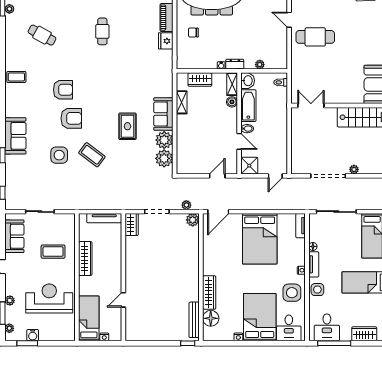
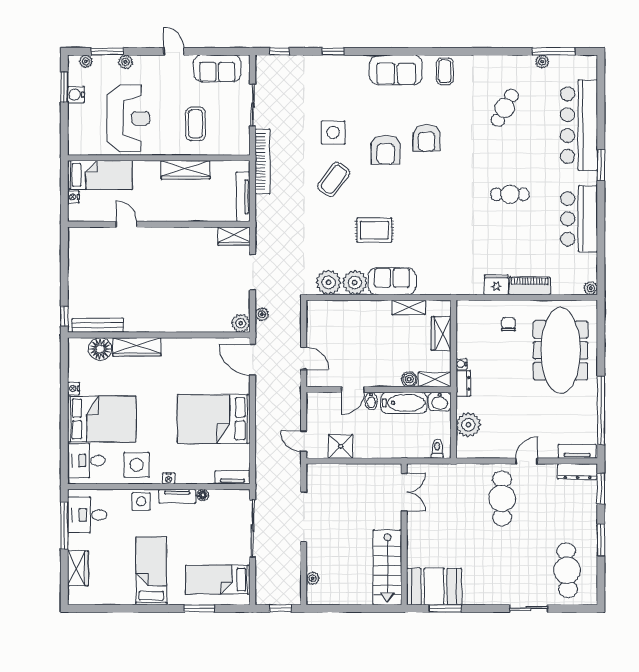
plant: (260, 65) -> (468, 425), width x1.88, depth x1.88
sofa: (15, 136) -> (396, 70), moved
shower: (249, 166) -> (341, 446), moved
plant: (354, 169) -> (313, 578), moved
bookcase: (79, 205) -> (262, 161), added

